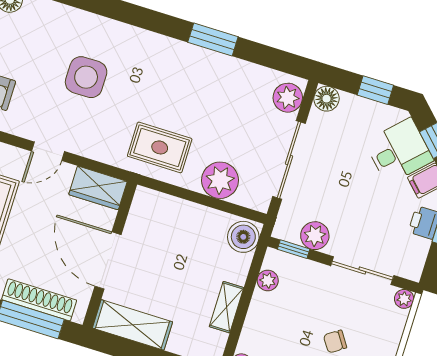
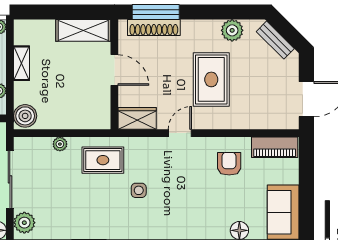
side table: (86, 77) -> (139, 190), moved, width x0.54, depth x0.54
plant: (220, 180) -> (60, 144), width x0.53, depth x0.53
door: (108, 260) -> (114, 70), width x0.73

